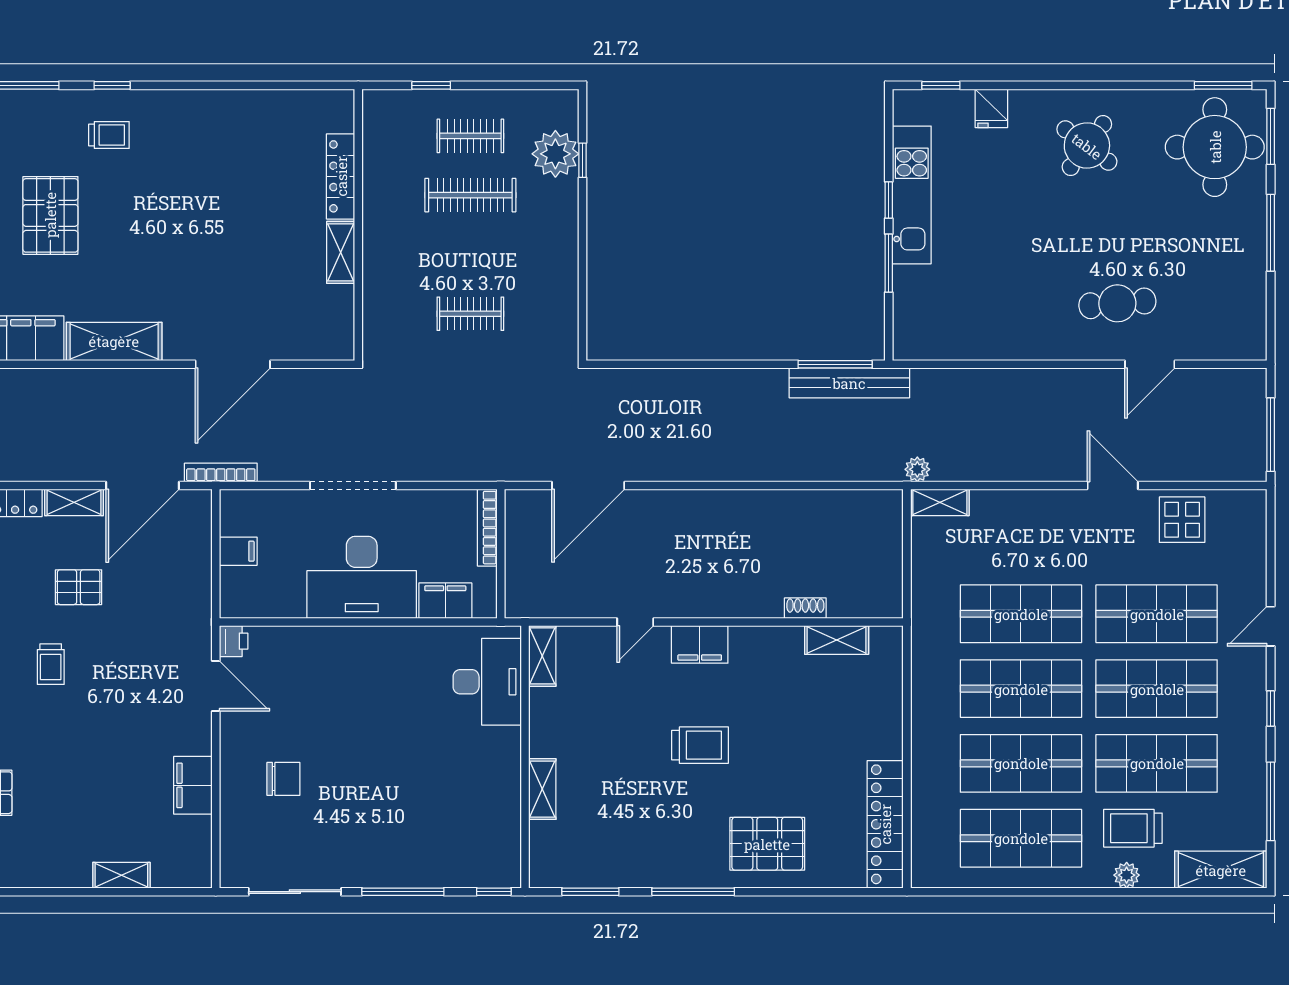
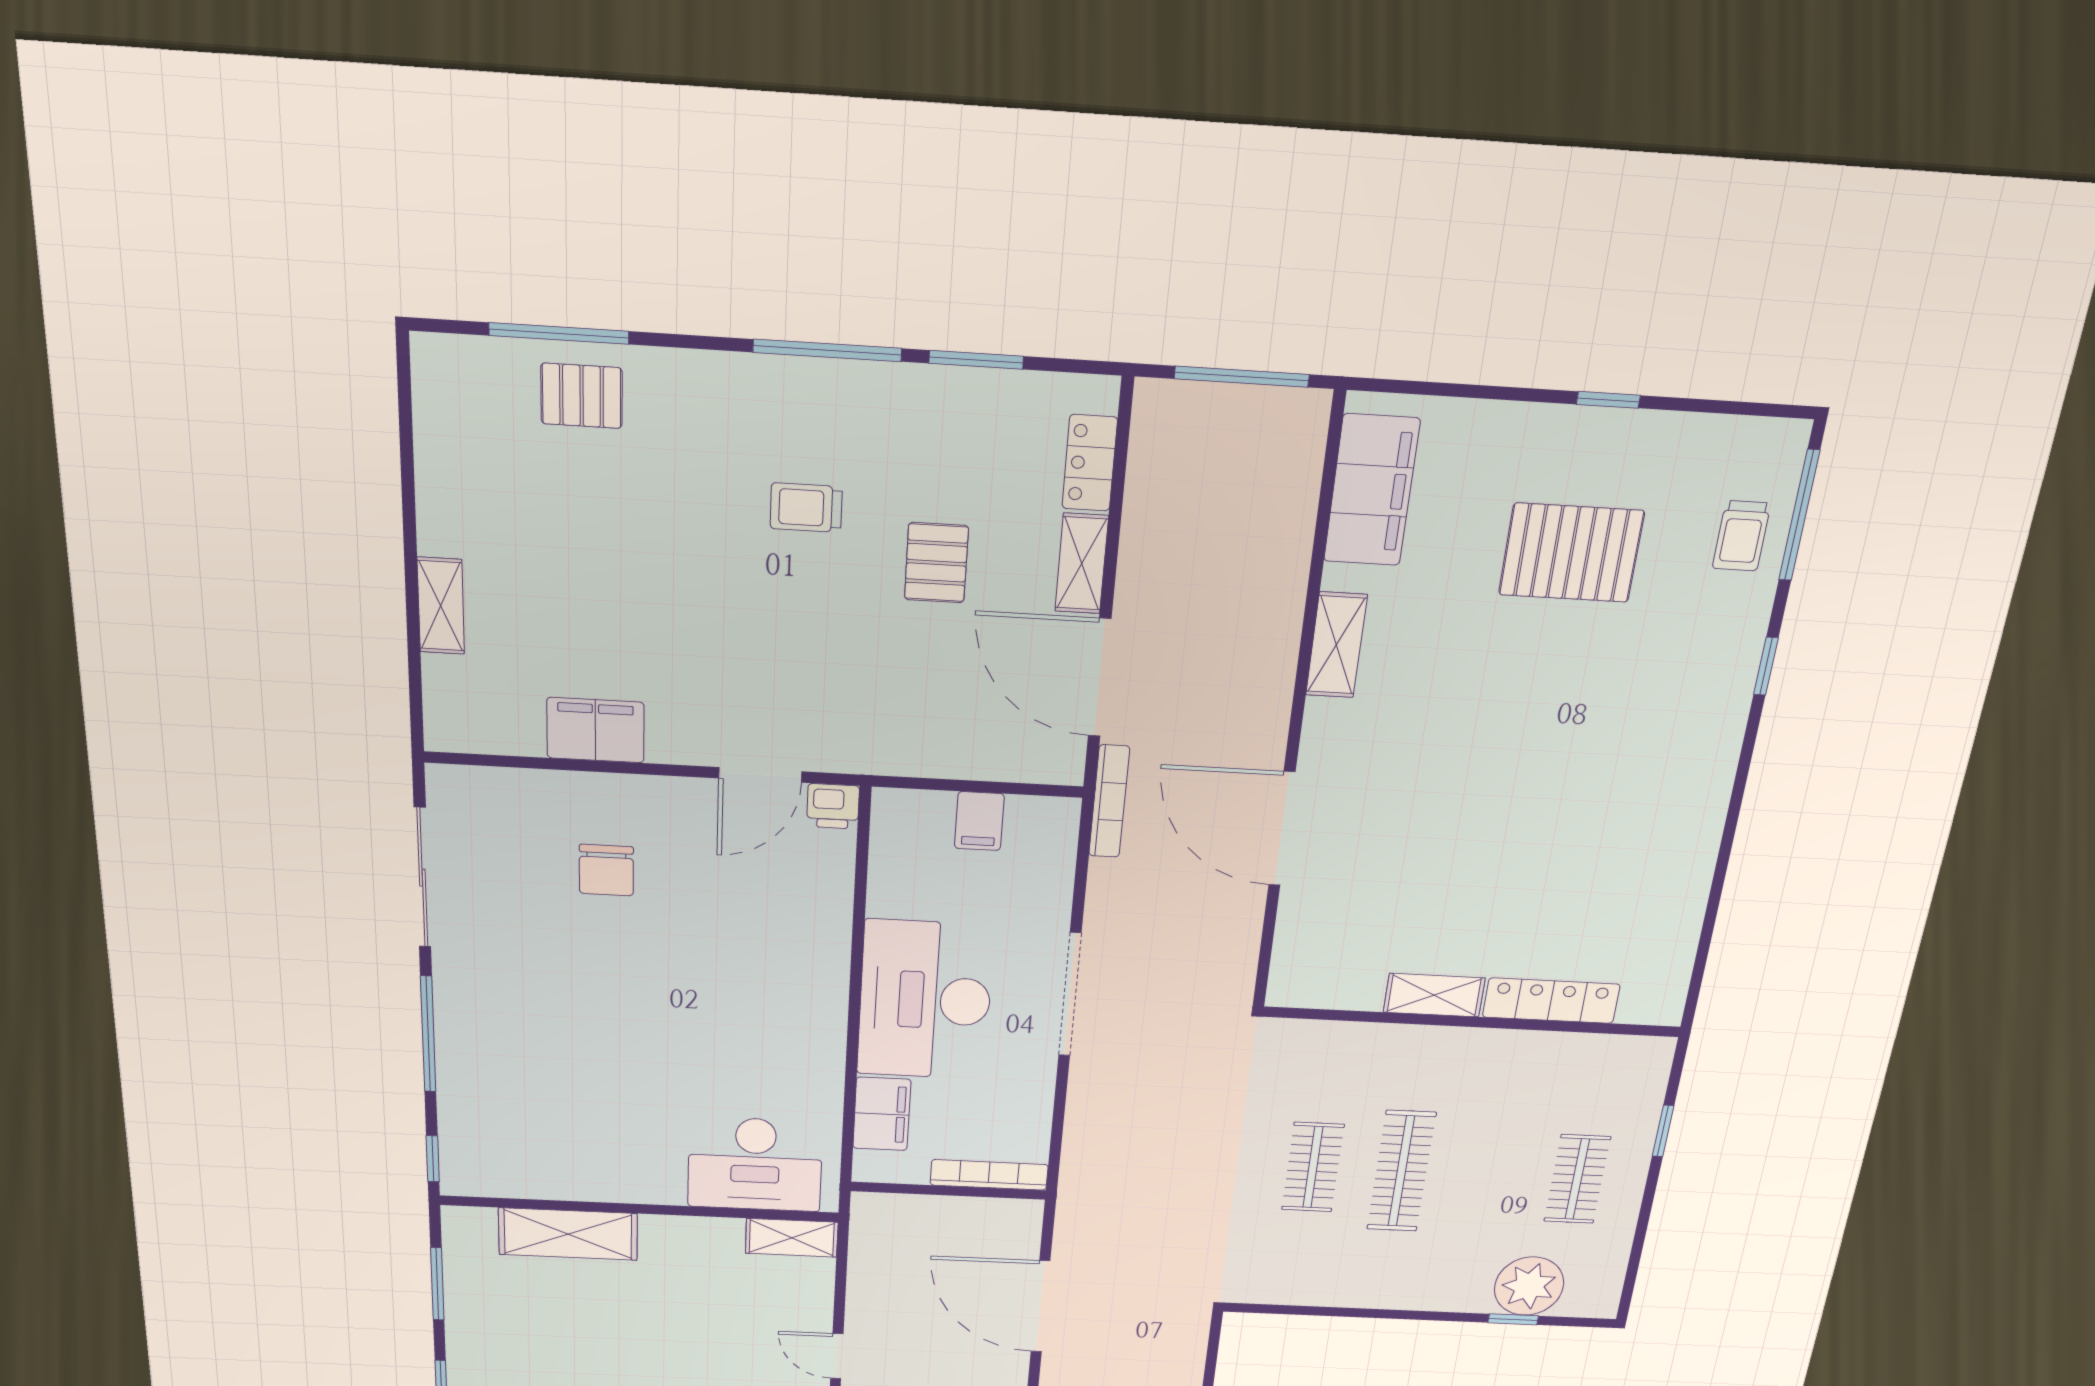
trolley: (109, 135) -> (1741, 536), moved
clothes rail: (470, 195) -> (1401, 1171), moved
shelving: (114, 341) -> (1336, 645), width x0.67, depth x0.75
shelving: (542, 789) -> (568, 1234), width x1.50, depth x1.33

